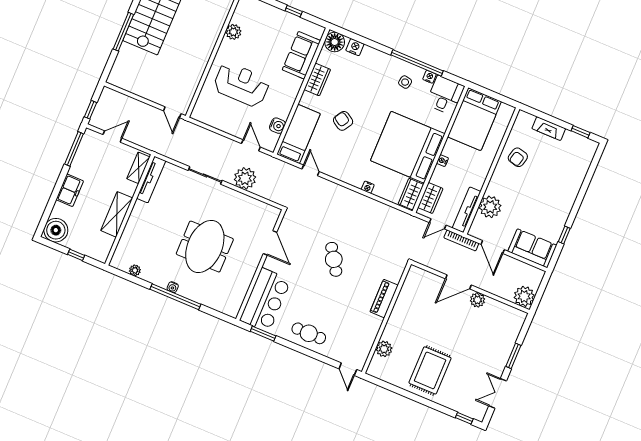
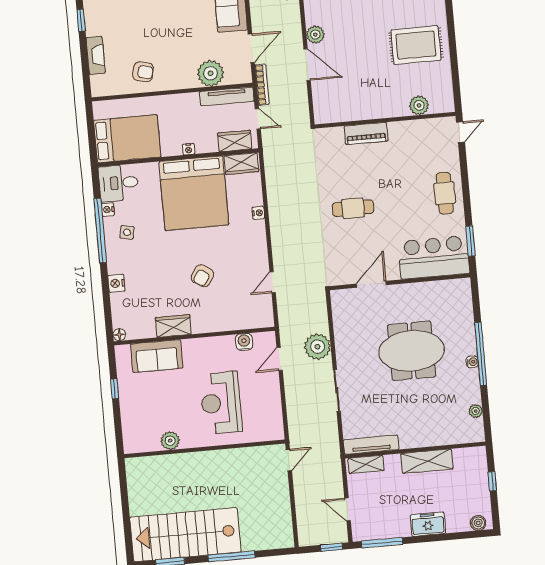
floor lamp: (335, 42) -> (119, 335), width x0.53, depth x0.53
nightstand: (355, 47) -> (116, 283), moved
bed: (299, 134) -> (241, 315), removed
boiler: (56, 230) -> (478, 523), width x0.54, depth x0.54
cafe table: (334, 259) -> (353, 208), turned 33

